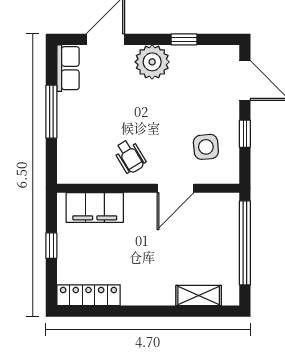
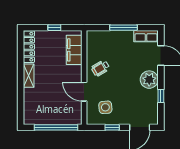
shelving: (199, 296) -> (29, 76), moved

